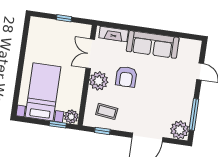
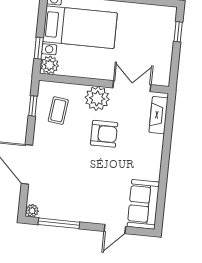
window: (64, 18) -> (178, 32), moved
sofa: (153, 44) -> (143, 204), moved, width x0.73
armchair: (126, 77) -> (104, 134), turned 180
plant: (180, 130) -> (32, 211), width x0.53, depth x0.53

